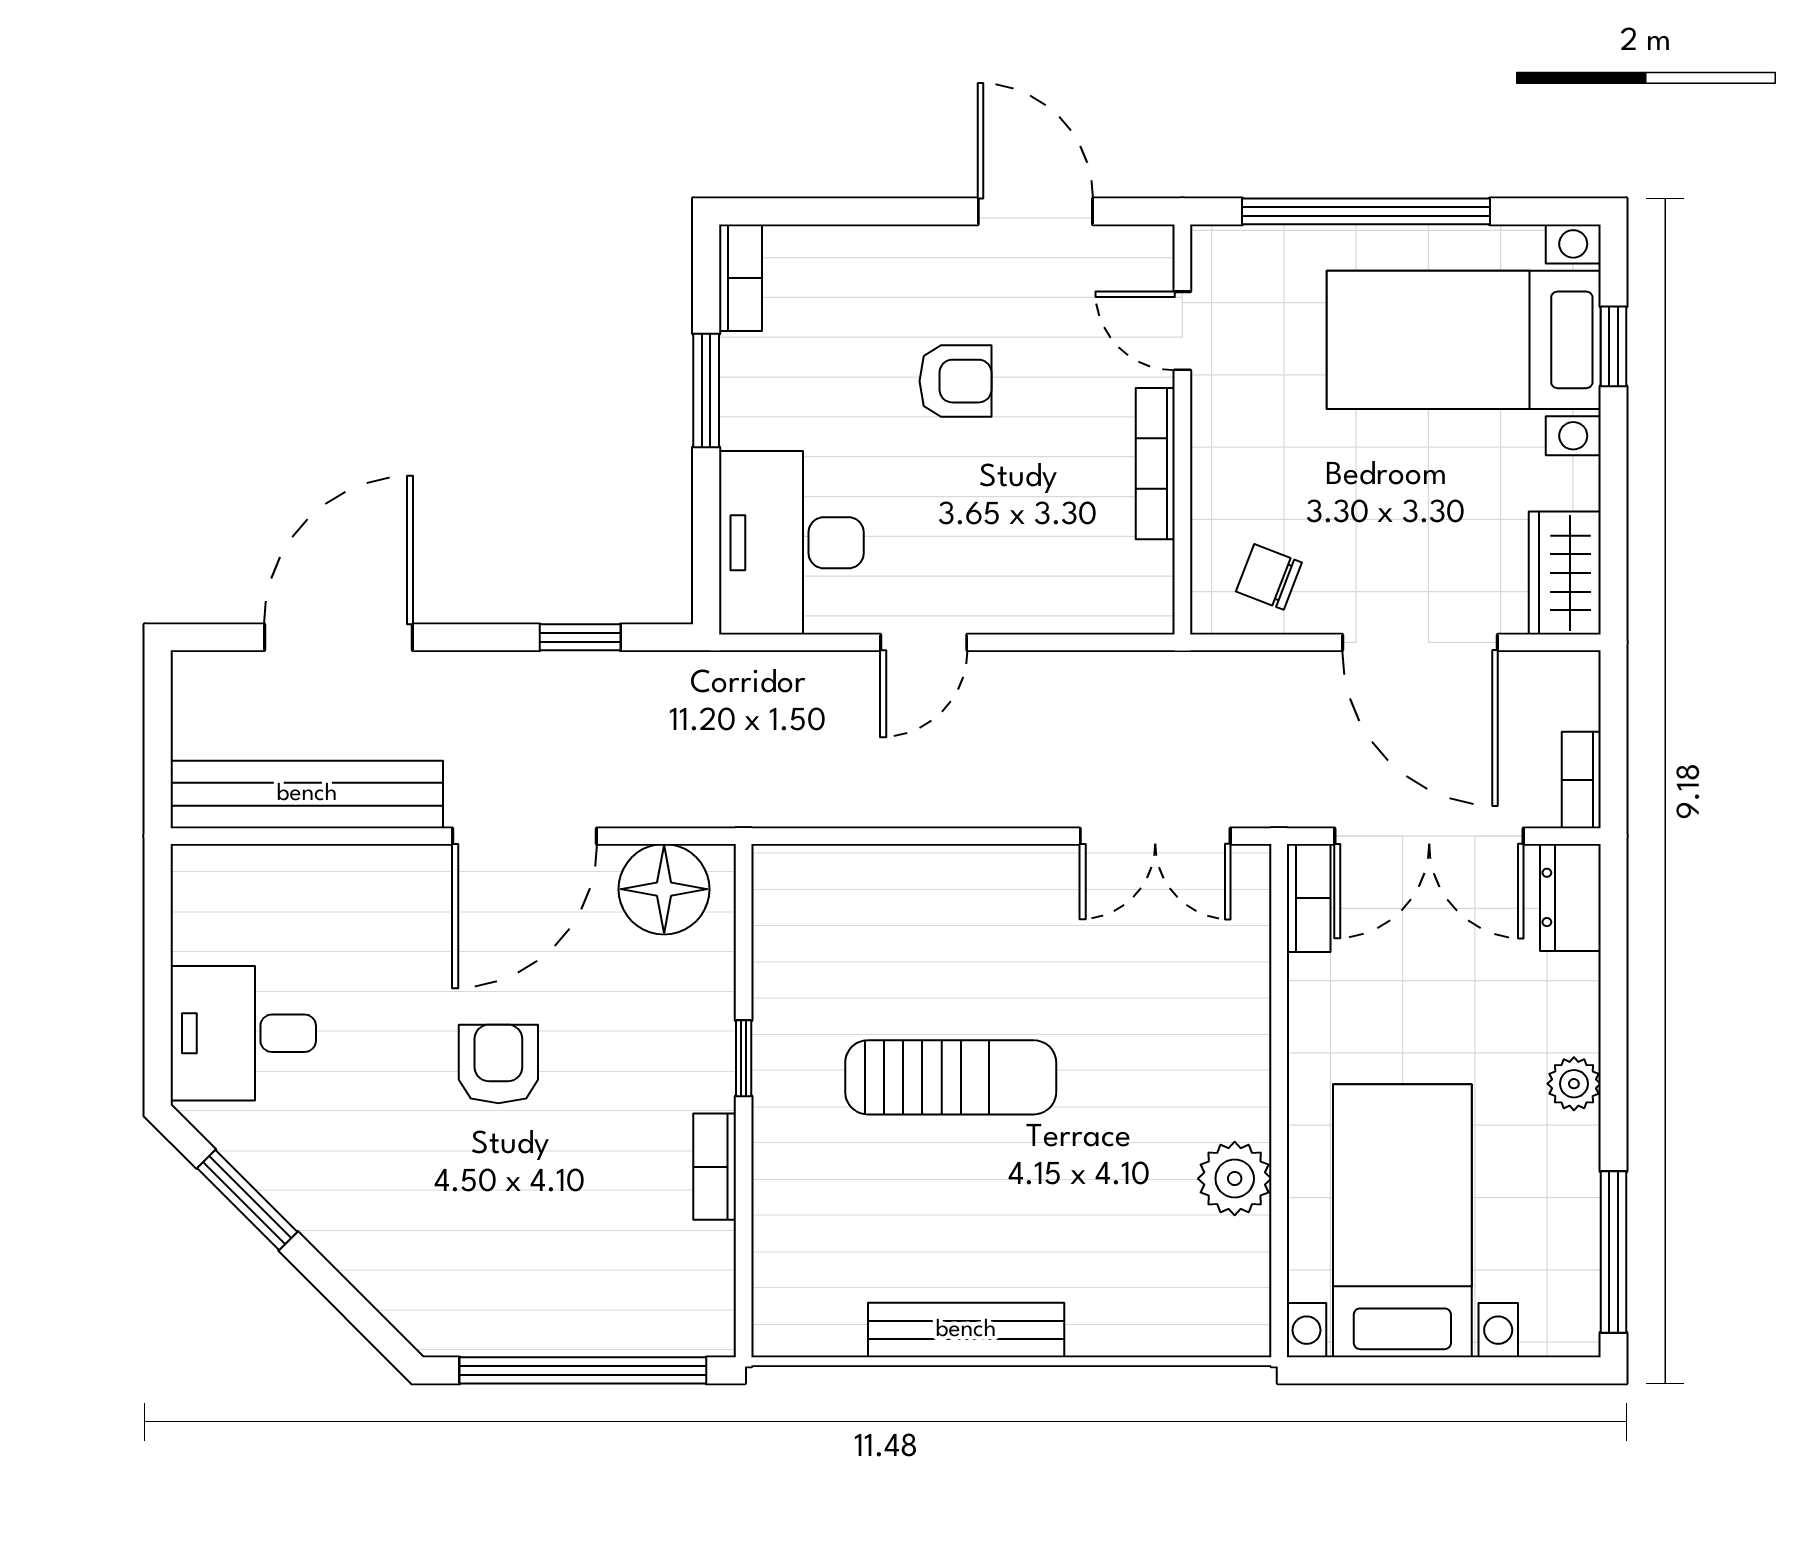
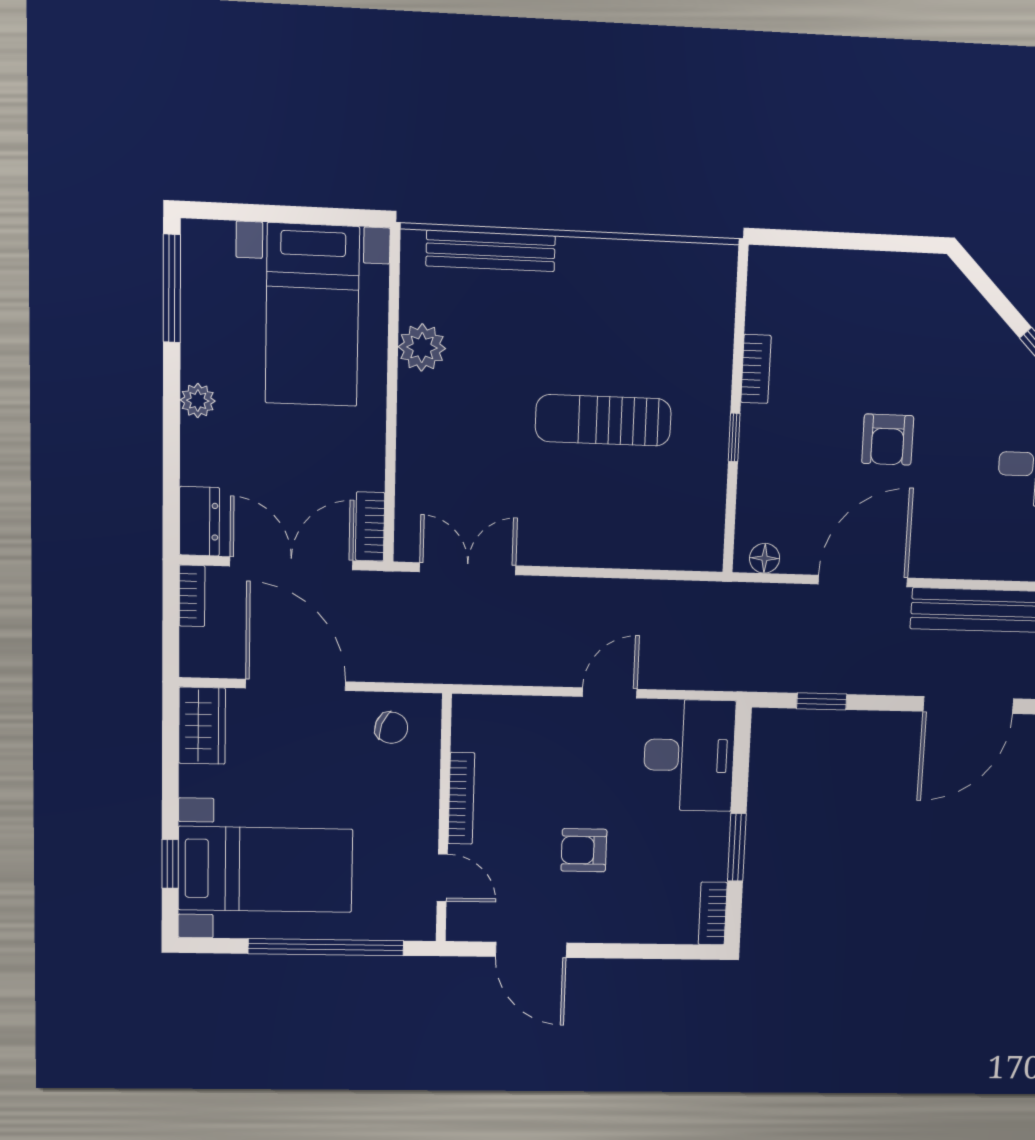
floor lamp: (664, 889) -> (765, 558), width x0.53, depth x0.53
bench: (966, 1330) -> (491, 251), moved
window: (583, 1370) -> (846, 241), removed

